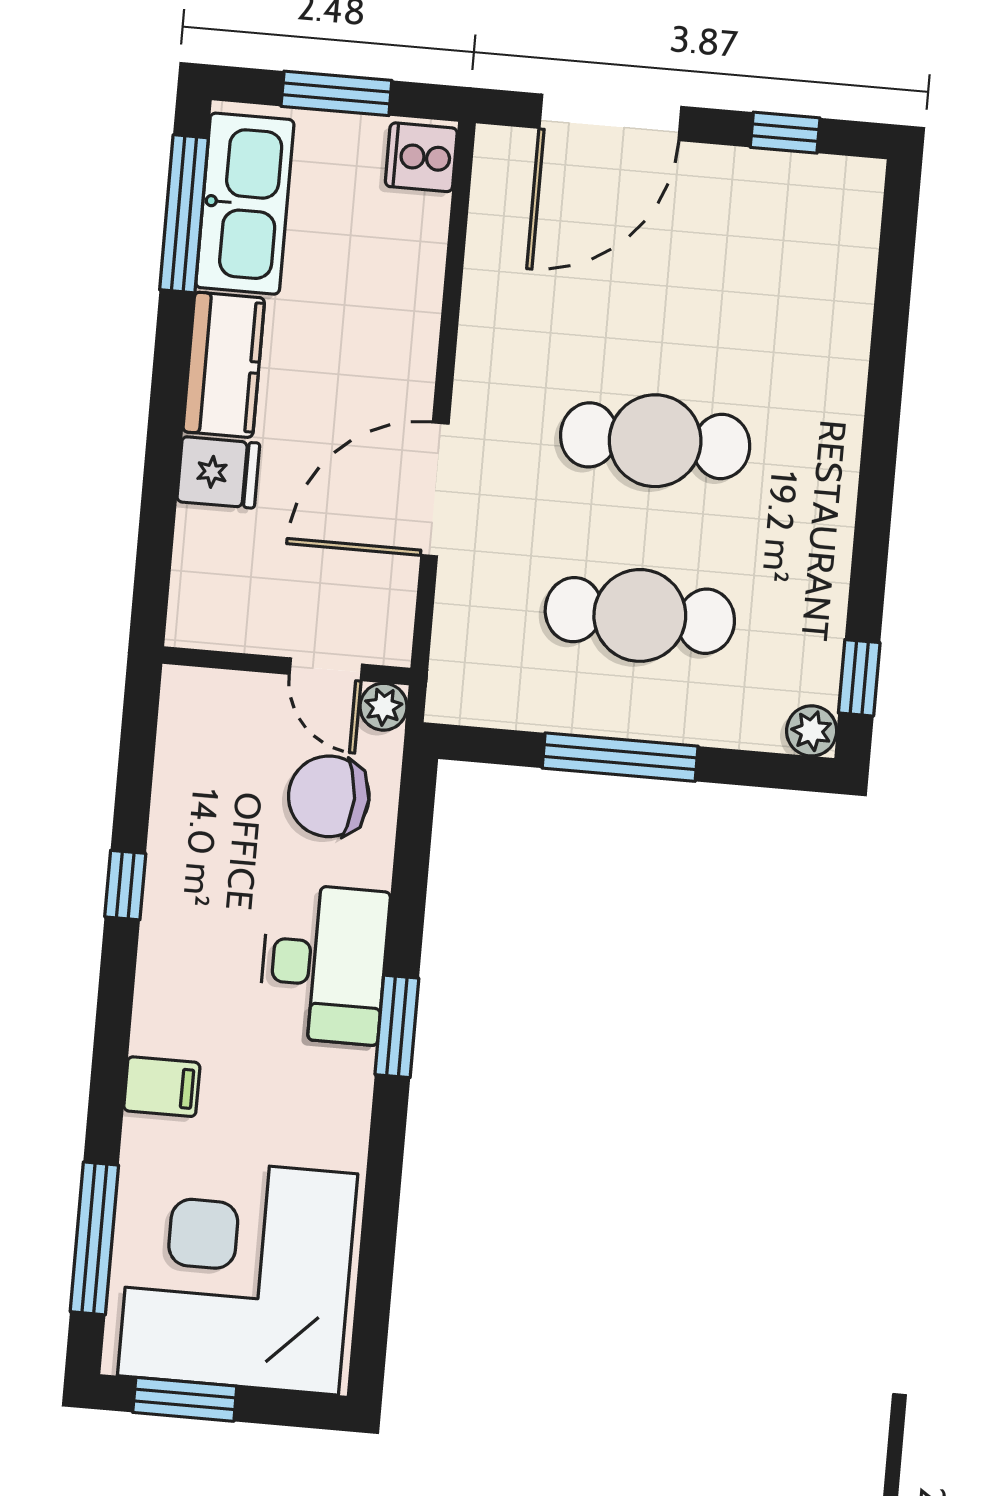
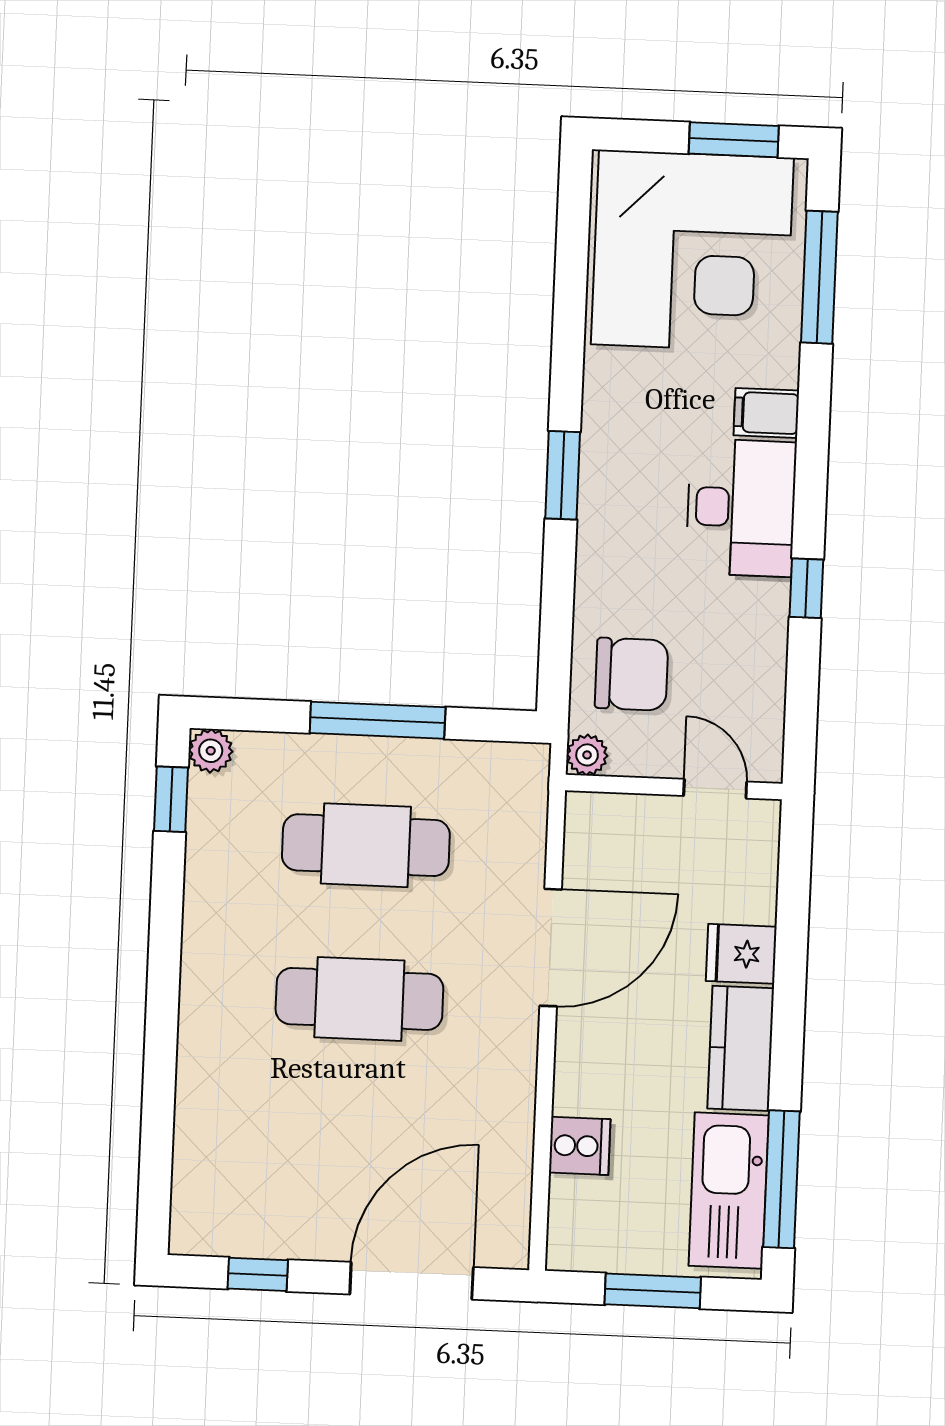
cooker: (421, 157) -> (580, 1146), moved
door: (326, 669) -> (715, 789), moved
desk: (324, 964) -> (741, 508), moved, turned 180

